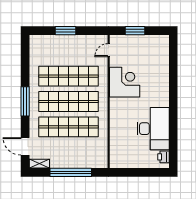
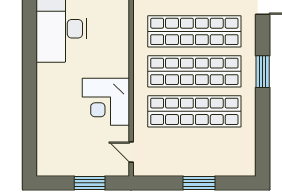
door: (109, 50) -> (131, 152), swing flipped
window: (25, 101) -> (263, 72), width x0.69

